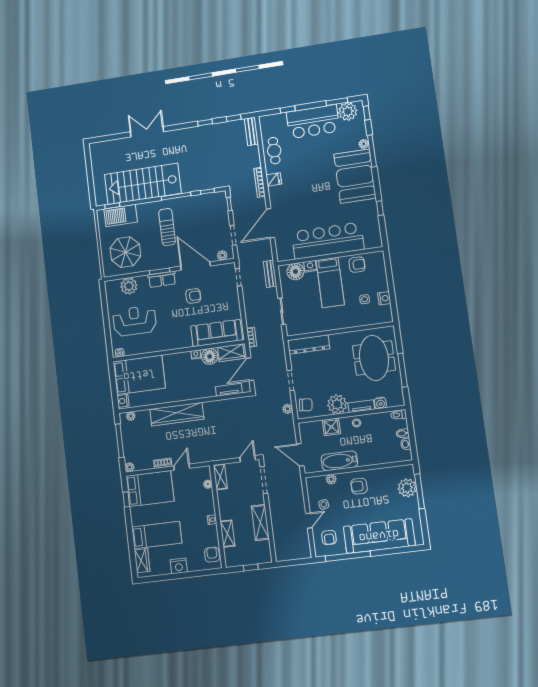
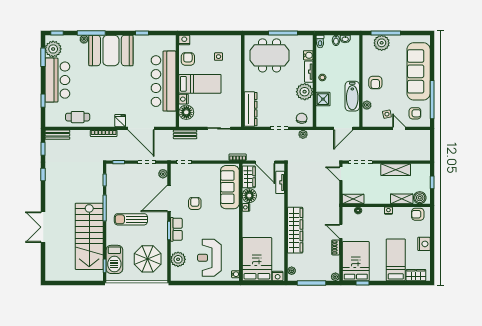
fridge: (274, 179) -> (120, 121), moved
nightstand: (384, 298) -> (184, 40), moved
boiler: (231, 555) -> (420, 198), added

